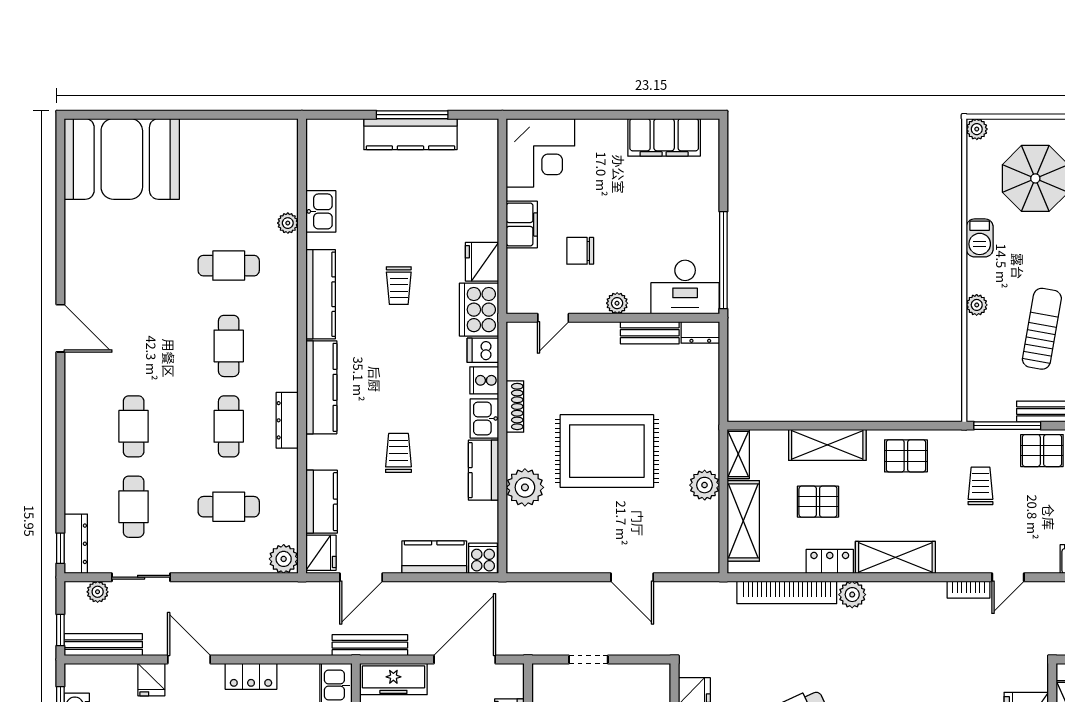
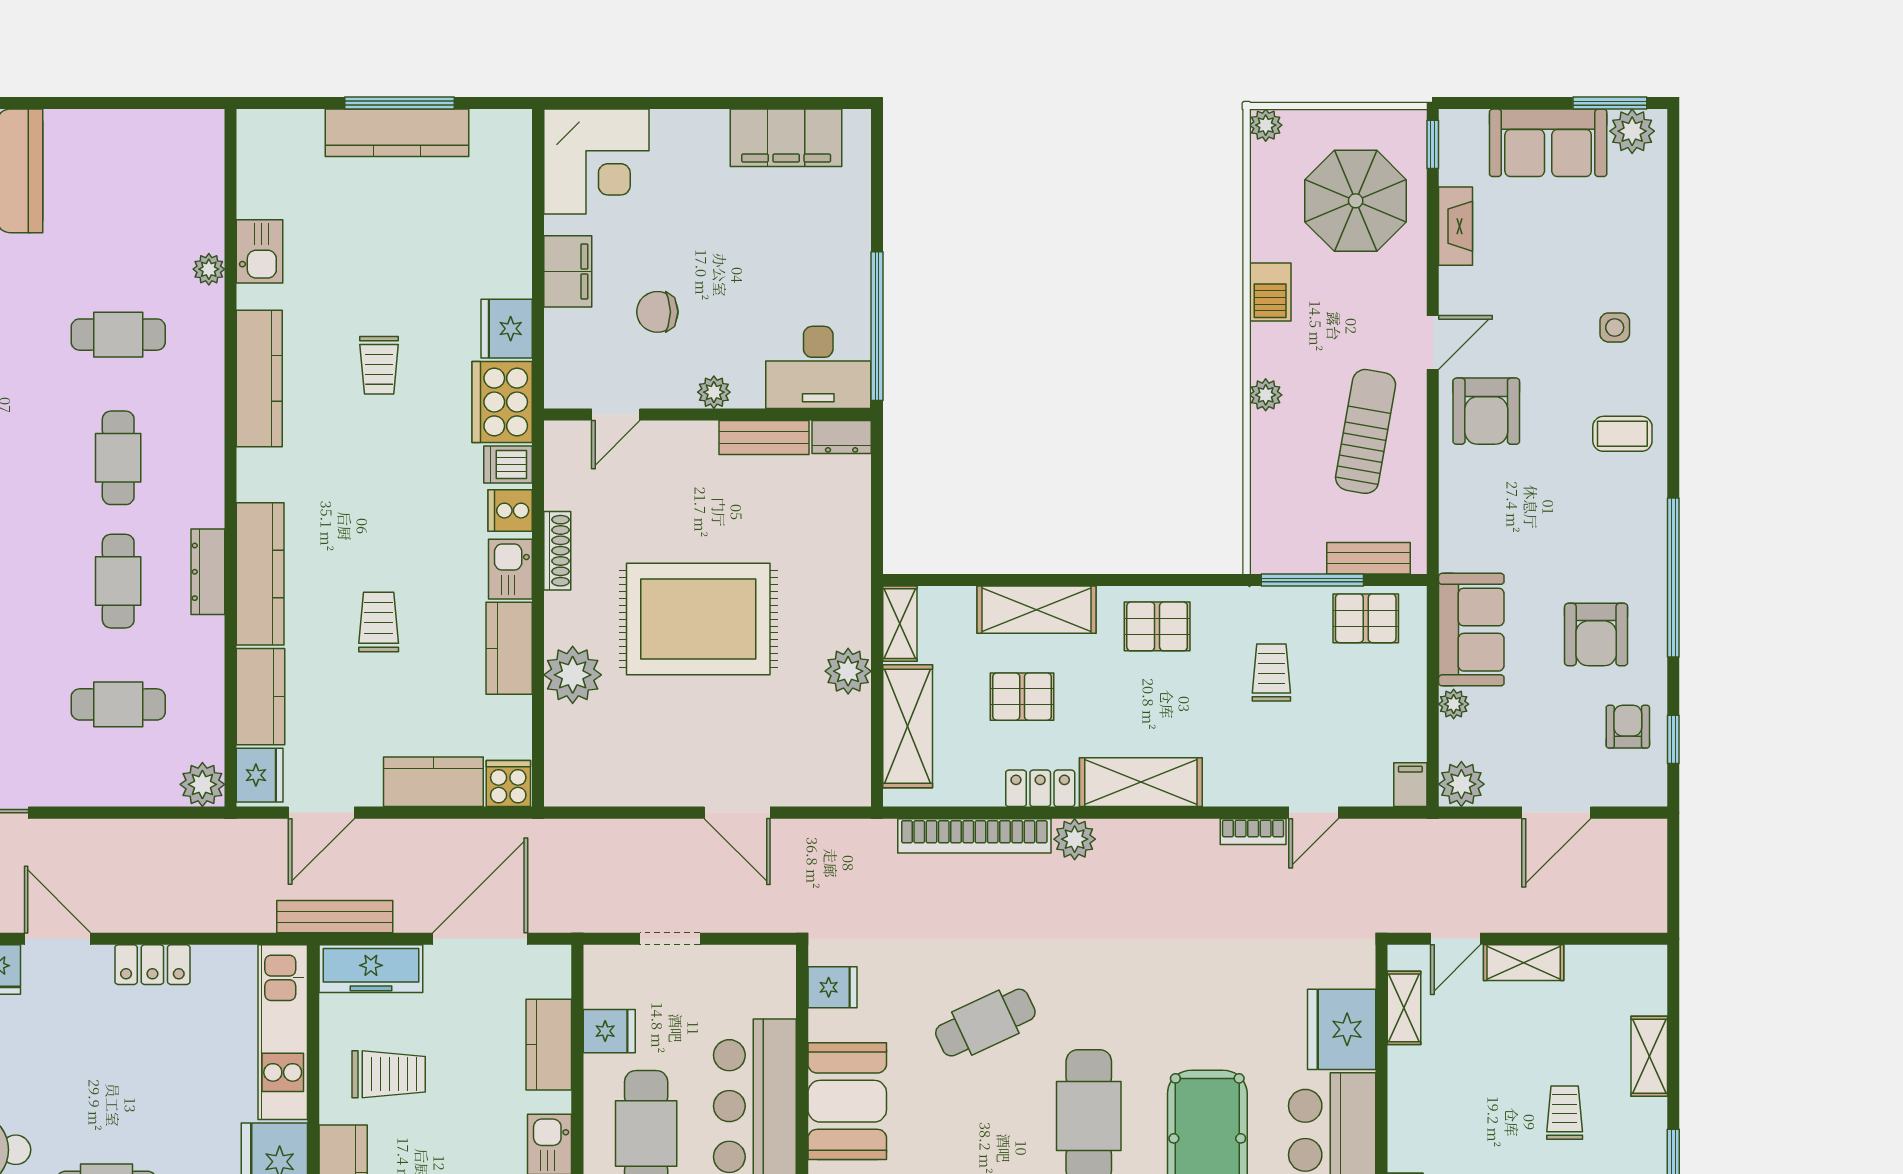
kitchen counter: (321, 387) -> (260, 574), moved

